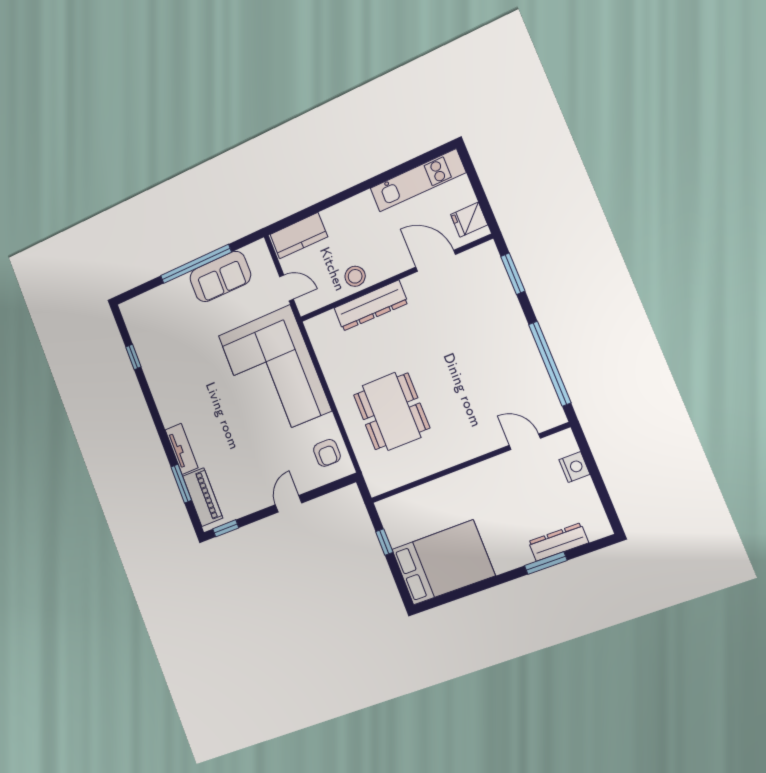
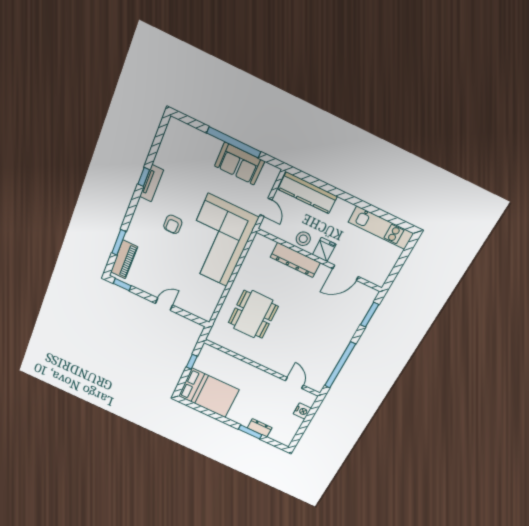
fridge: (469, 220) -> (324, 250), moved, turned 90
kitchen counter: (299, 236) -> (308, 193), width x1.50
door: (436, 261) -> (345, 273), swing flipped
window: (133, 357) -> (144, 177), moved
tv unit: (182, 449) -> (152, 183), moved
armchair: (327, 453) -> (173, 224), moved
dresser: (558, 542) -> (260, 428), width x0.70

